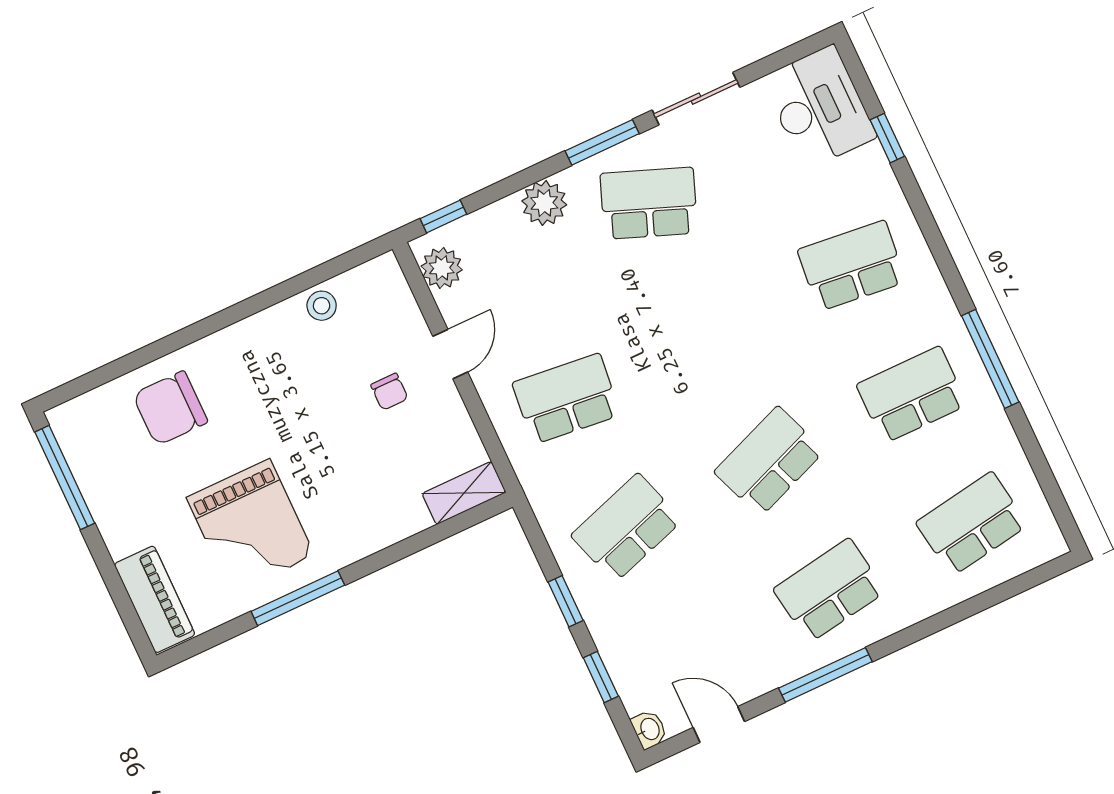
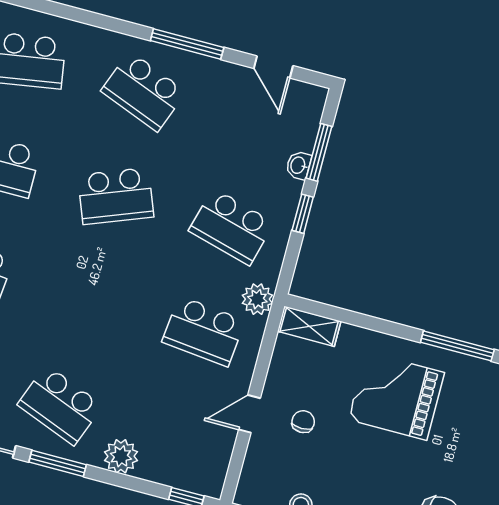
plant: (442, 268) -> (257, 299), moved
grand piano: (251, 526) -> (396, 396), moved, turned -90
school desk: (626, 528) -> (231, 227), turned 33
school desk: (829, 590) -> (144, 91), turned 30
window: (601, 677) -> (319, 152), width x1.50
washbasin: (649, 729) -> (298, 165), moved

